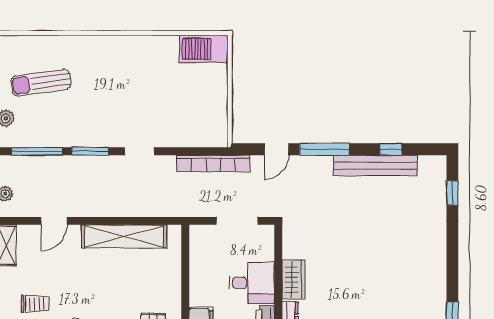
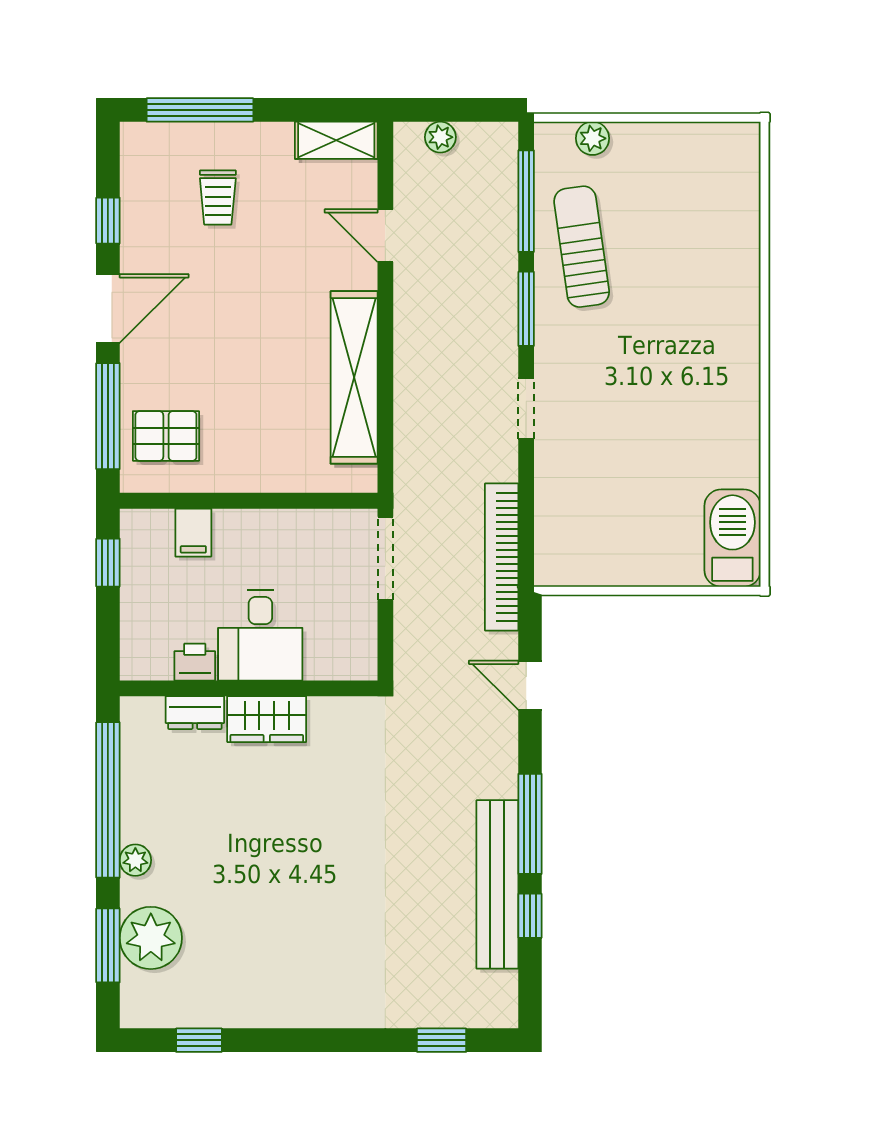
sun lounger: (41, 83) -> (582, 247), moved
window: (324, 149) -> (530, 824), moved
doorway: (237, 221) -> (385, 559), moved

